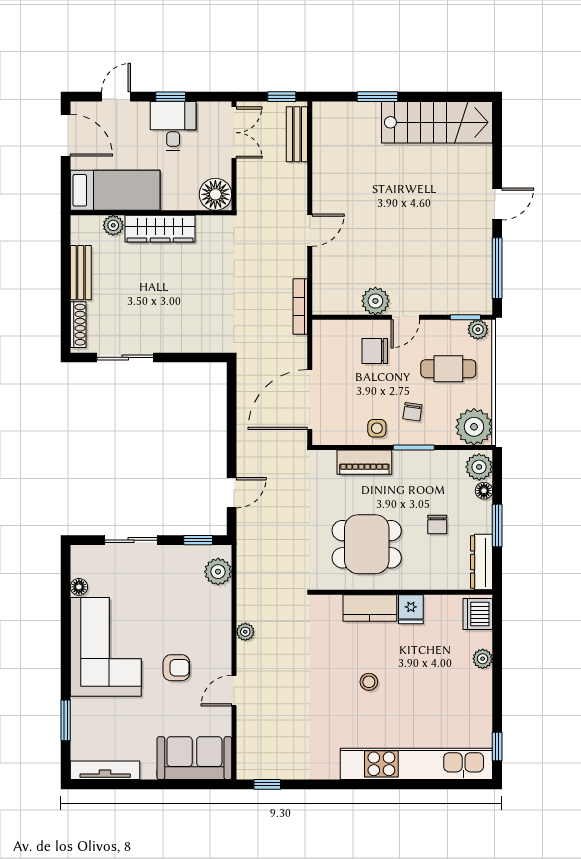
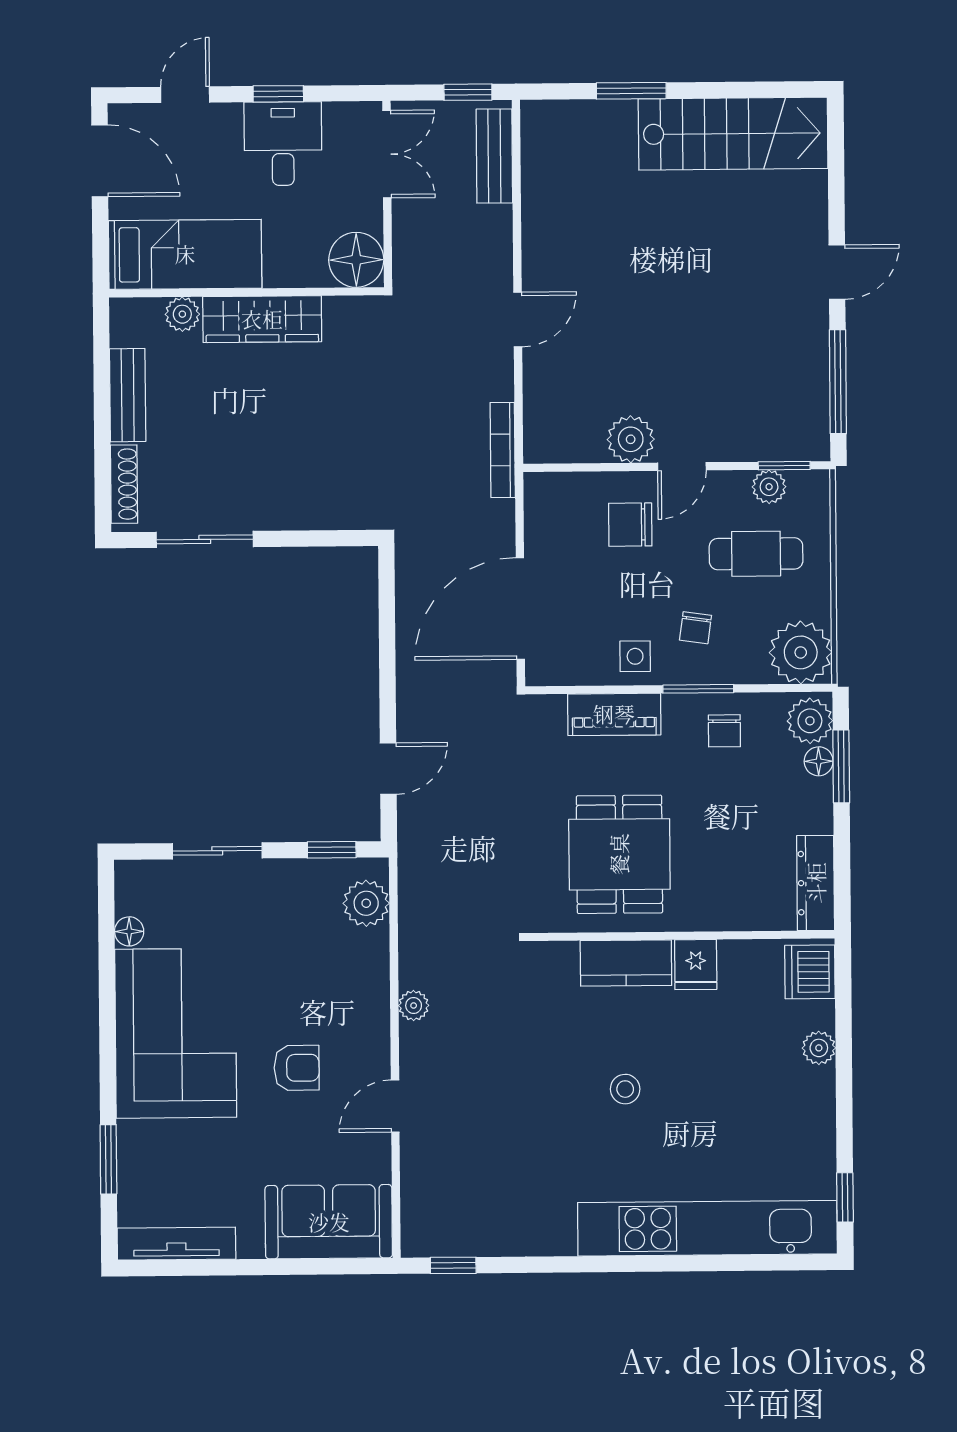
plant: (478, 329) -> (769, 487), moved
chair: (437, 524) -> (724, 731), moved
window: (497, 526) -> (841, 766), moved
dining table: (367, 544) -> (619, 854), turned 90

